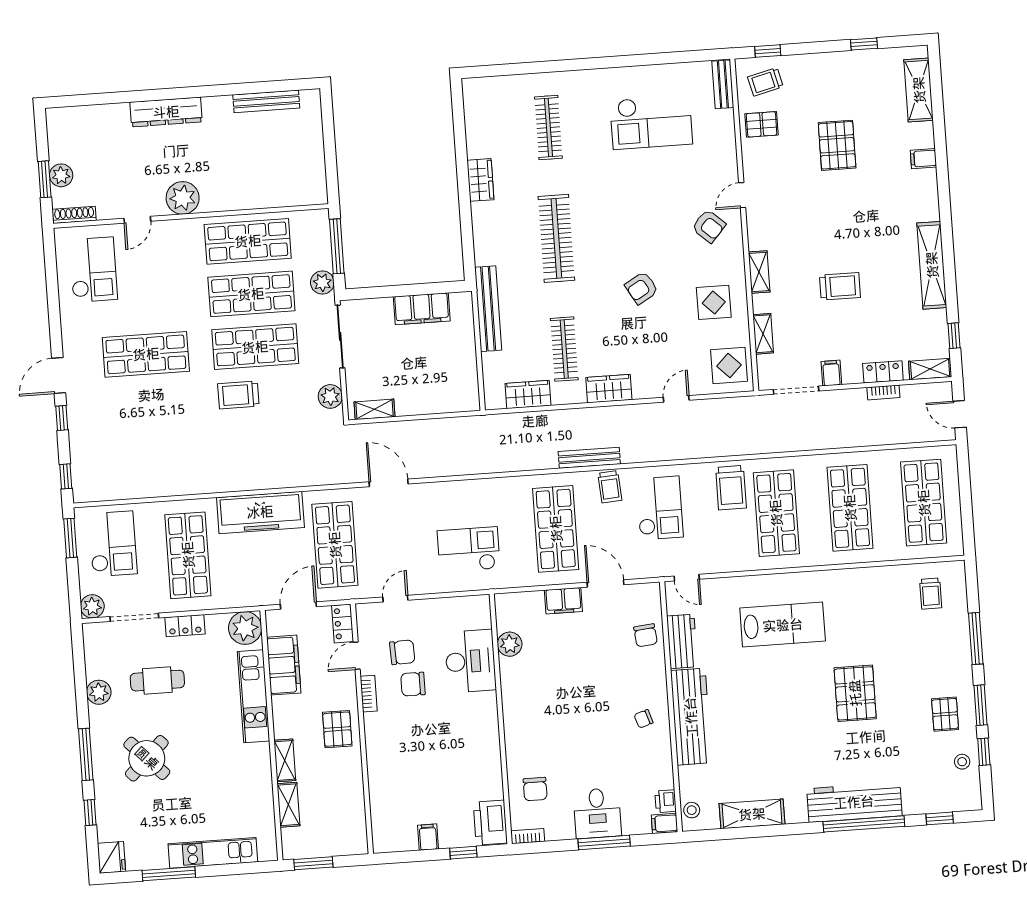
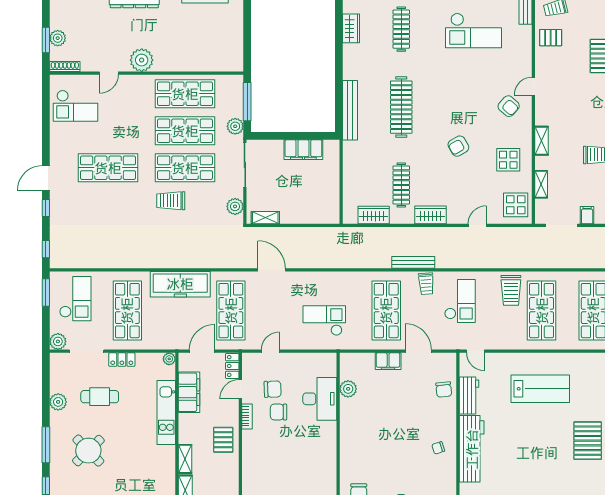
wardrobe: (480, 180) -> (351, 28), moved
checkout: (93, 270) -> (75, 106), turned 90
bench: (488, 309) -> (350, 110), moved
plant: (245, 628) -> (169, 359), width x0.53, depth x0.53

